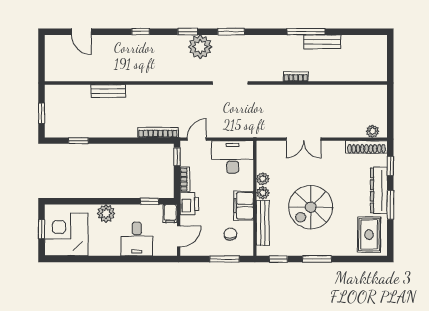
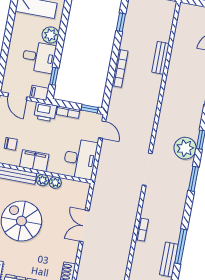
bookcase: (158, 132) -> (120, 68), moved
desk: (137, 239) -> (39, 57), moved, turned 180

